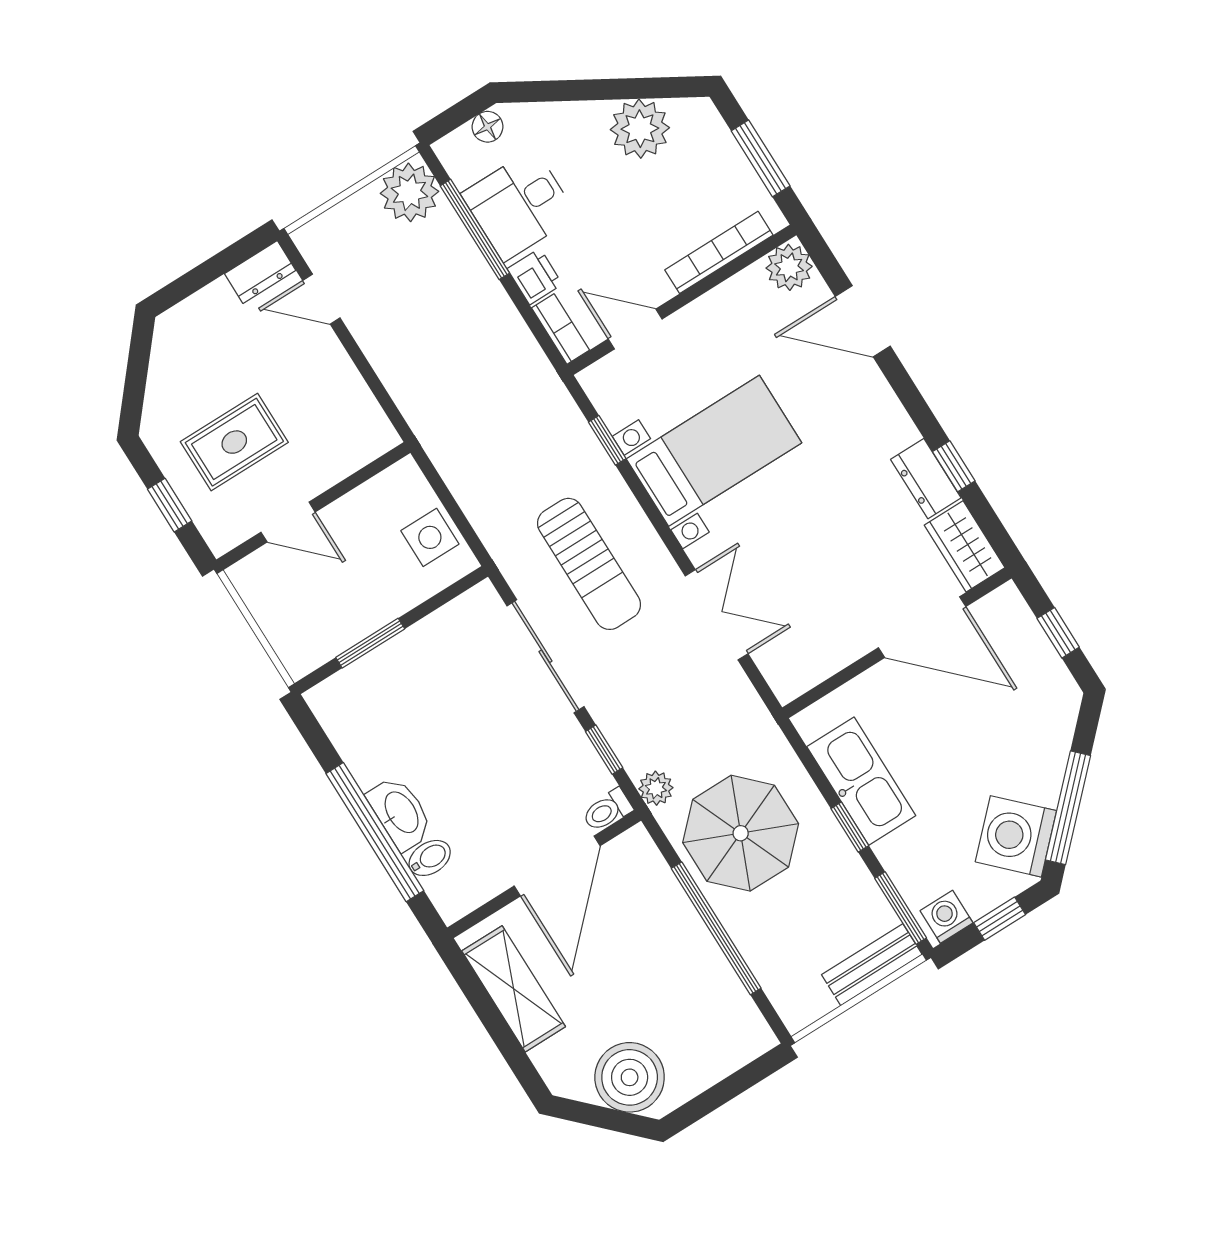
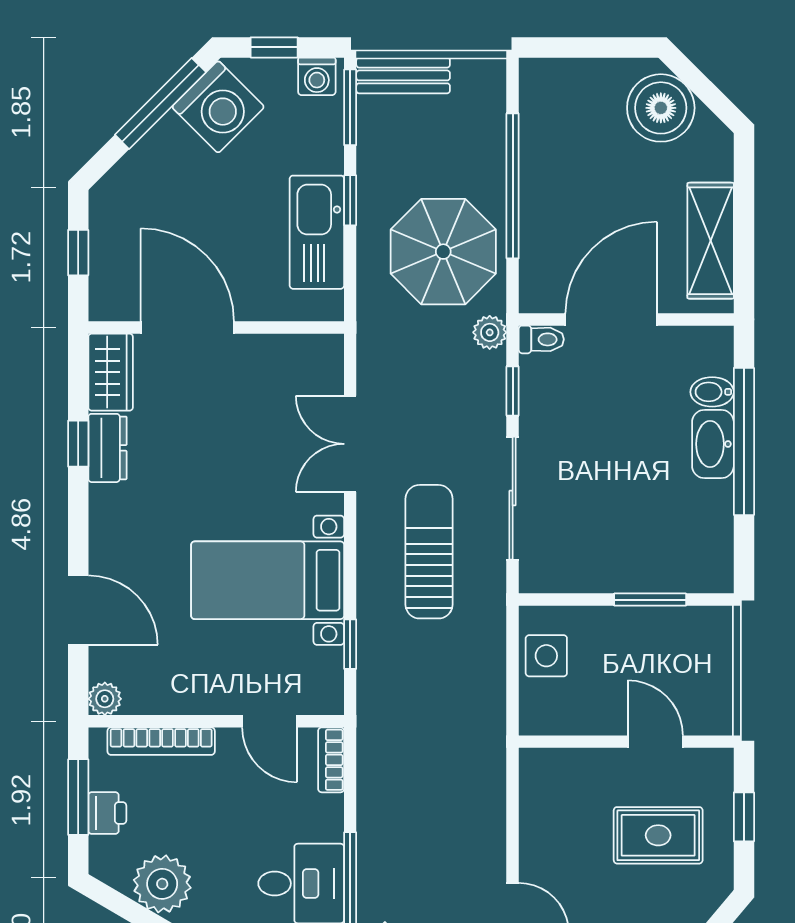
plant: (789, 267) -> (105, 699), width x0.73, depth x0.73
printer: (535, 276) -> (107, 813), moved, turned 180

